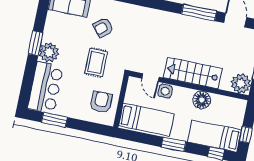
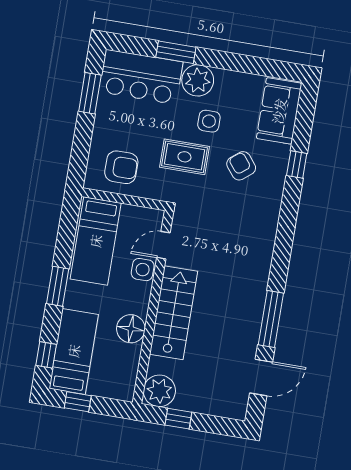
window: (35, 43) -> (176, 52), moved
side table: (75, 46) -> (209, 121), added

